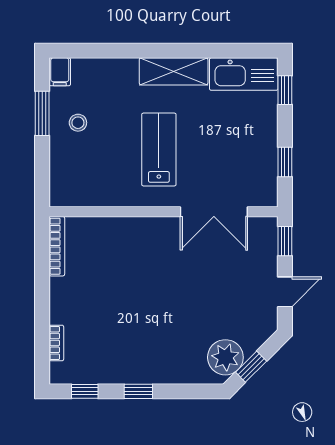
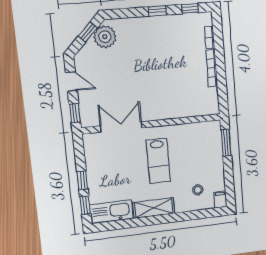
window: (42, 113) -> (226, 143), moved
stool: (78, 123) -> (198, 190), moved
window: (285, 162) -> (82, 180), moved
bookcase: (57, 246) -> (212, 68), moved
door: (285, 292) -> (71, 81), swing flipped

